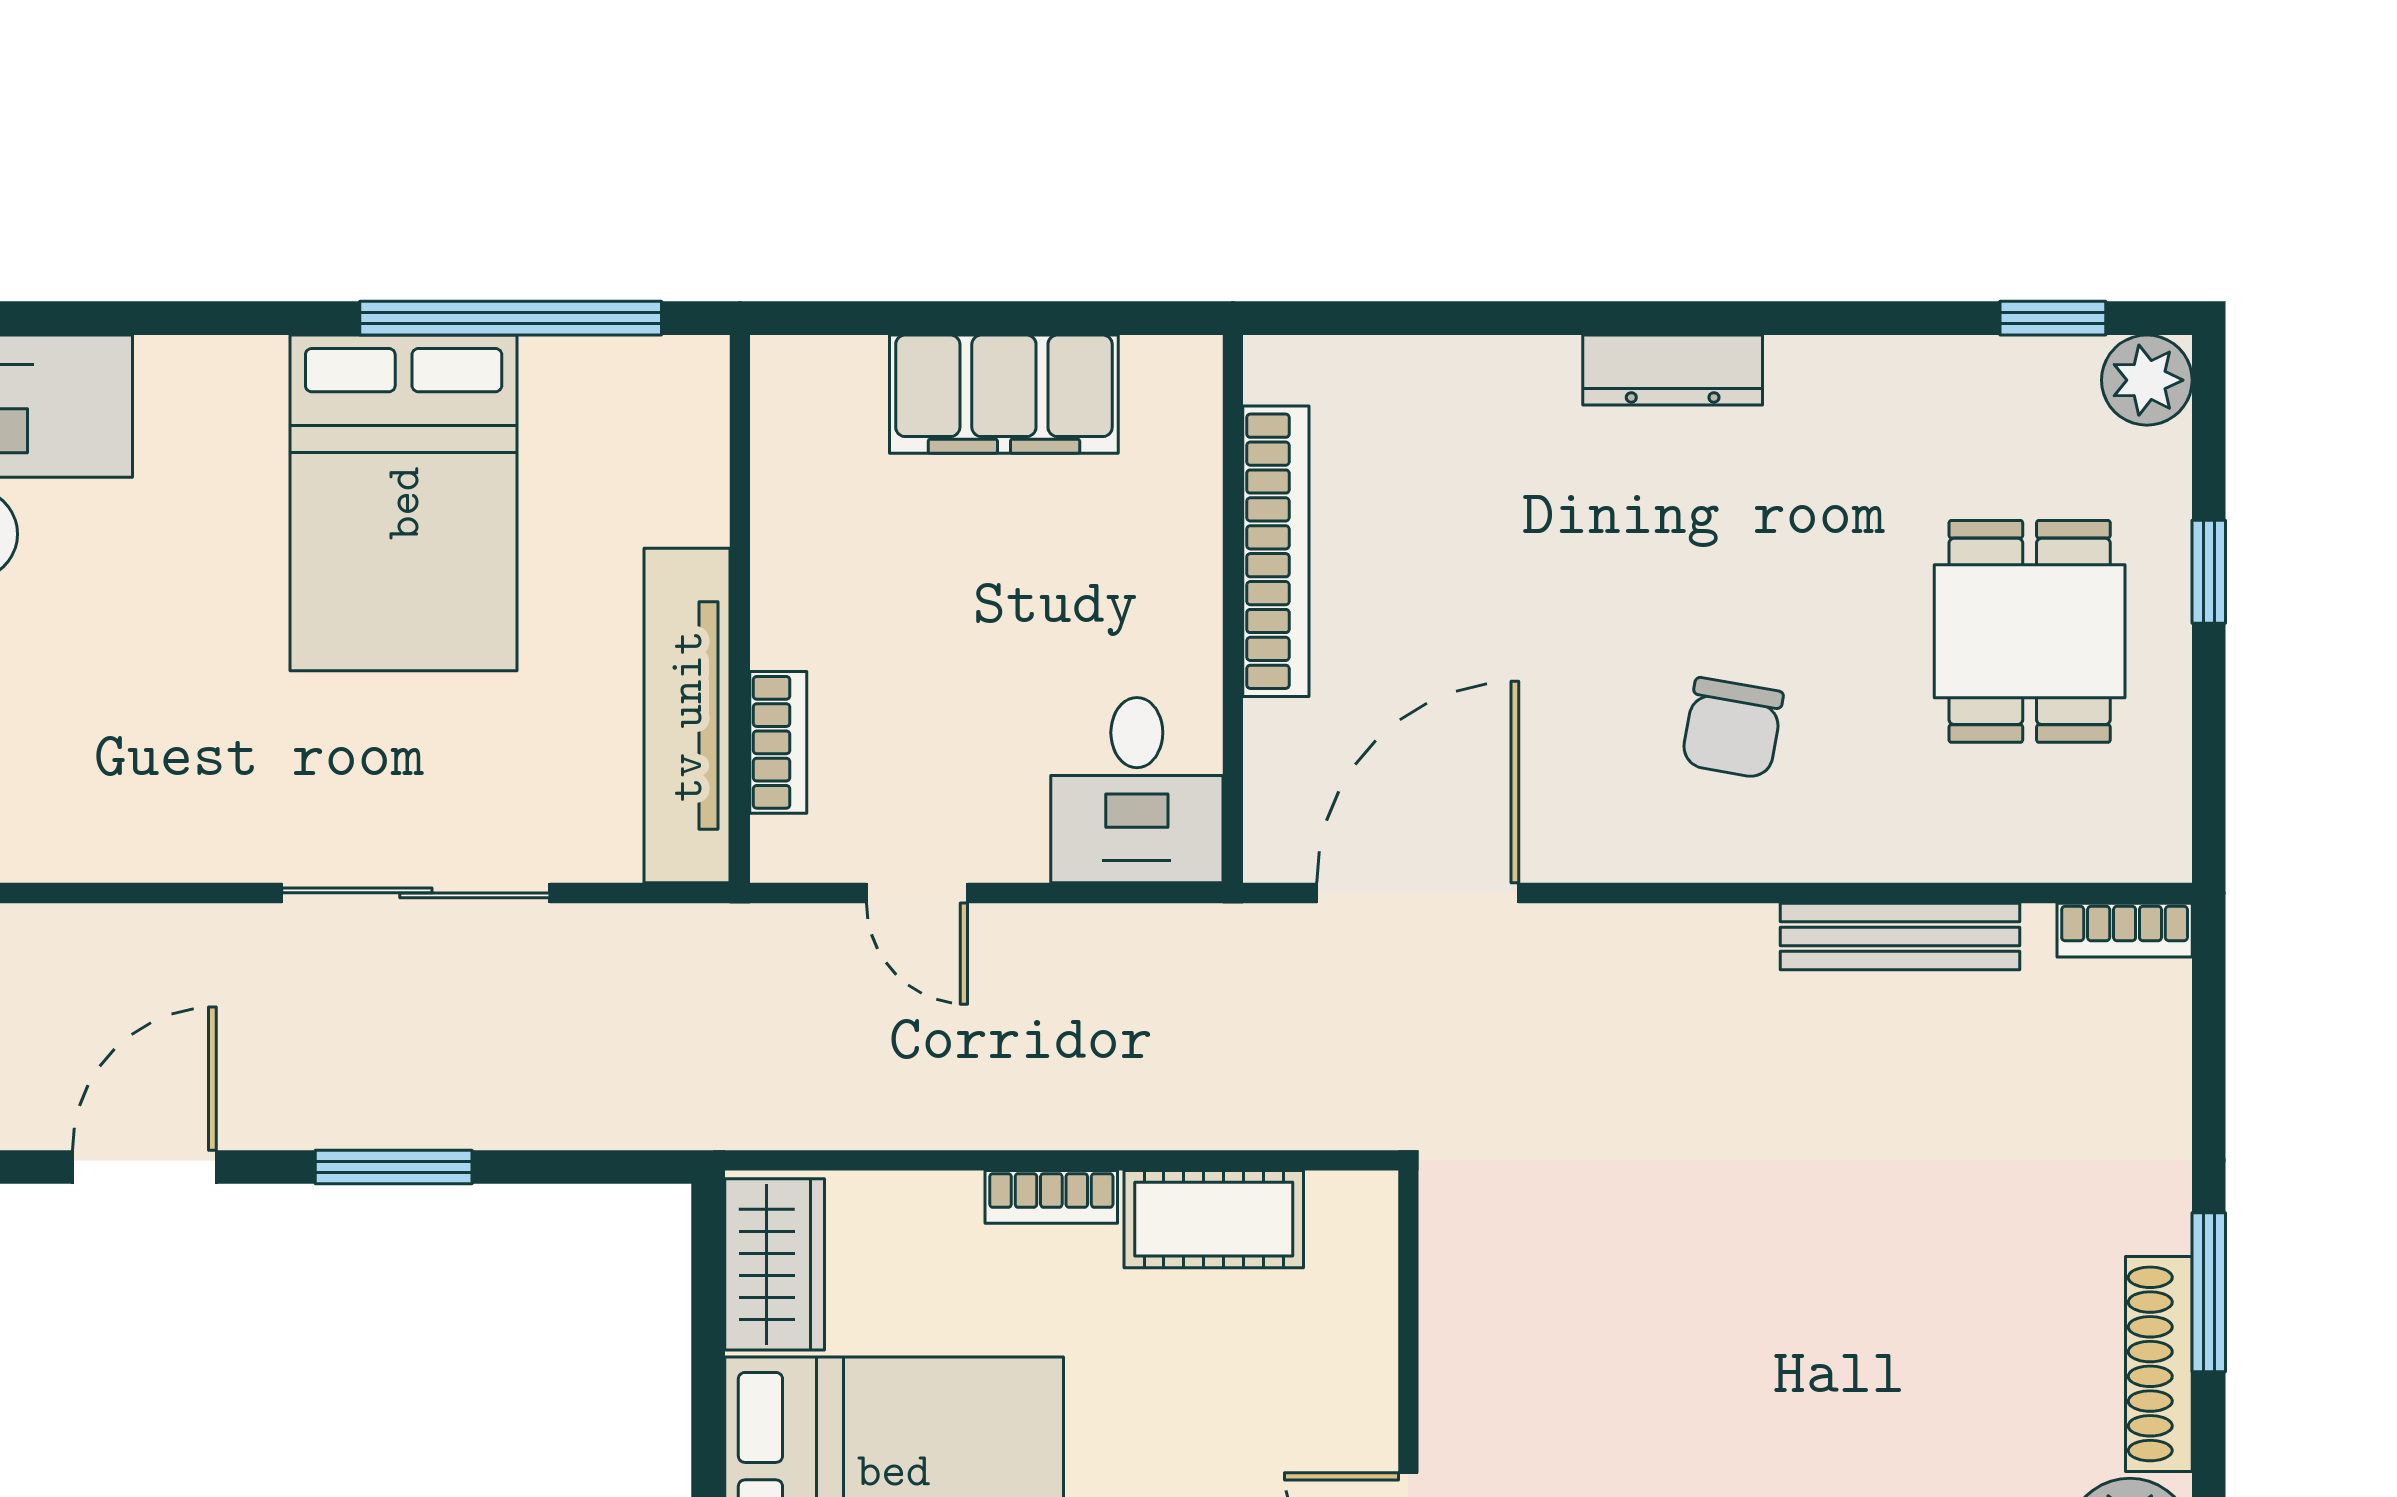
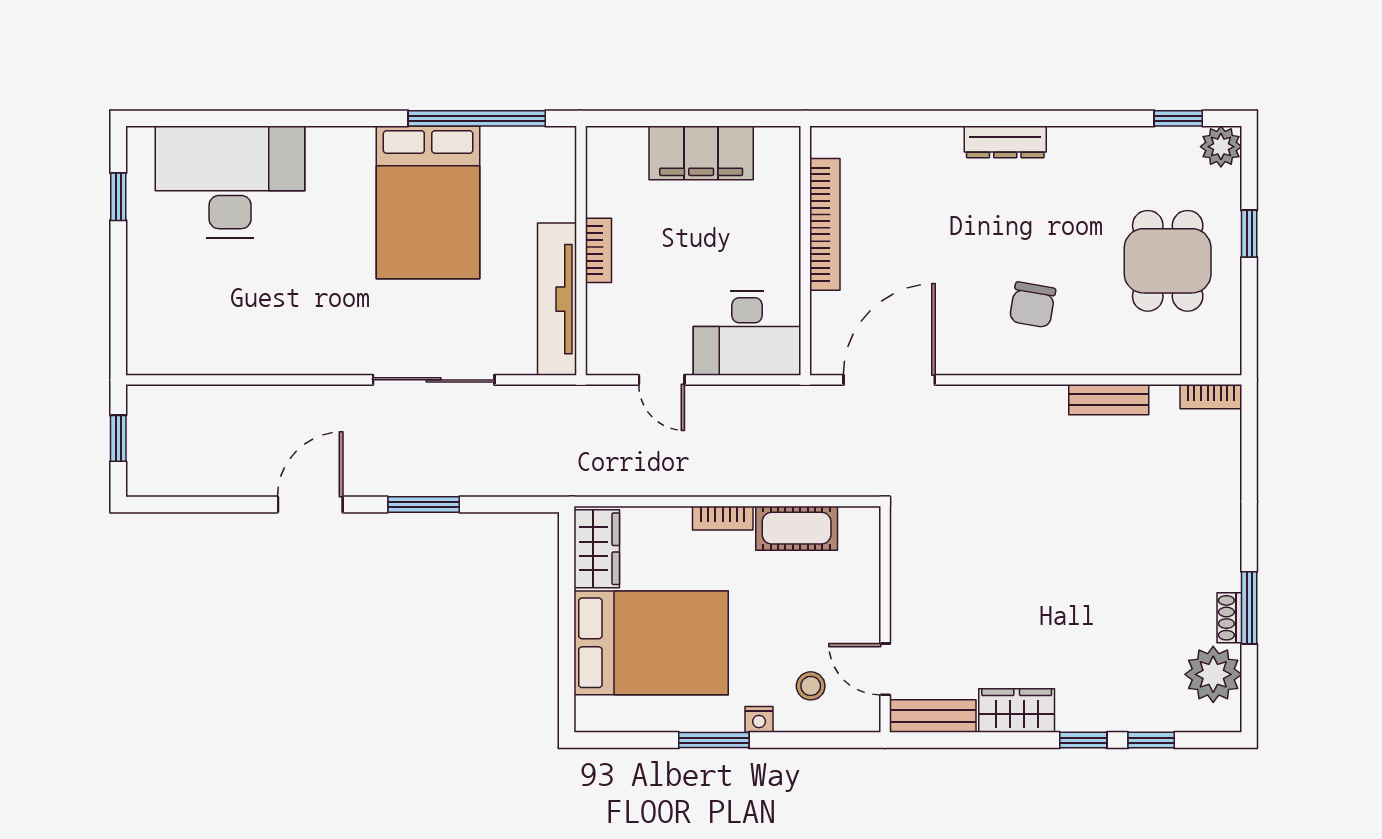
bookcase: (778, 742) -> (599, 250), moved
desk: (1137, 790) -> (747, 333), width x1.37
bench: (1900, 936) -> (1109, 400), width x0.73
window: (2209, 1292) -> (1249, 608), moved
shoe rack: (2159, 1364) -> (1229, 618), width x0.51, depth x0.81

